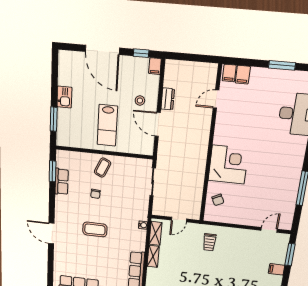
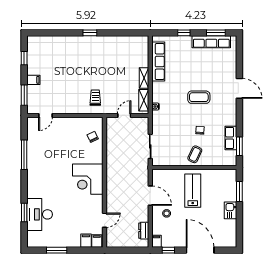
dresser: (168, 99) -> (144, 231), moved
corner desk: (228, 165) -> (88, 179), moved

